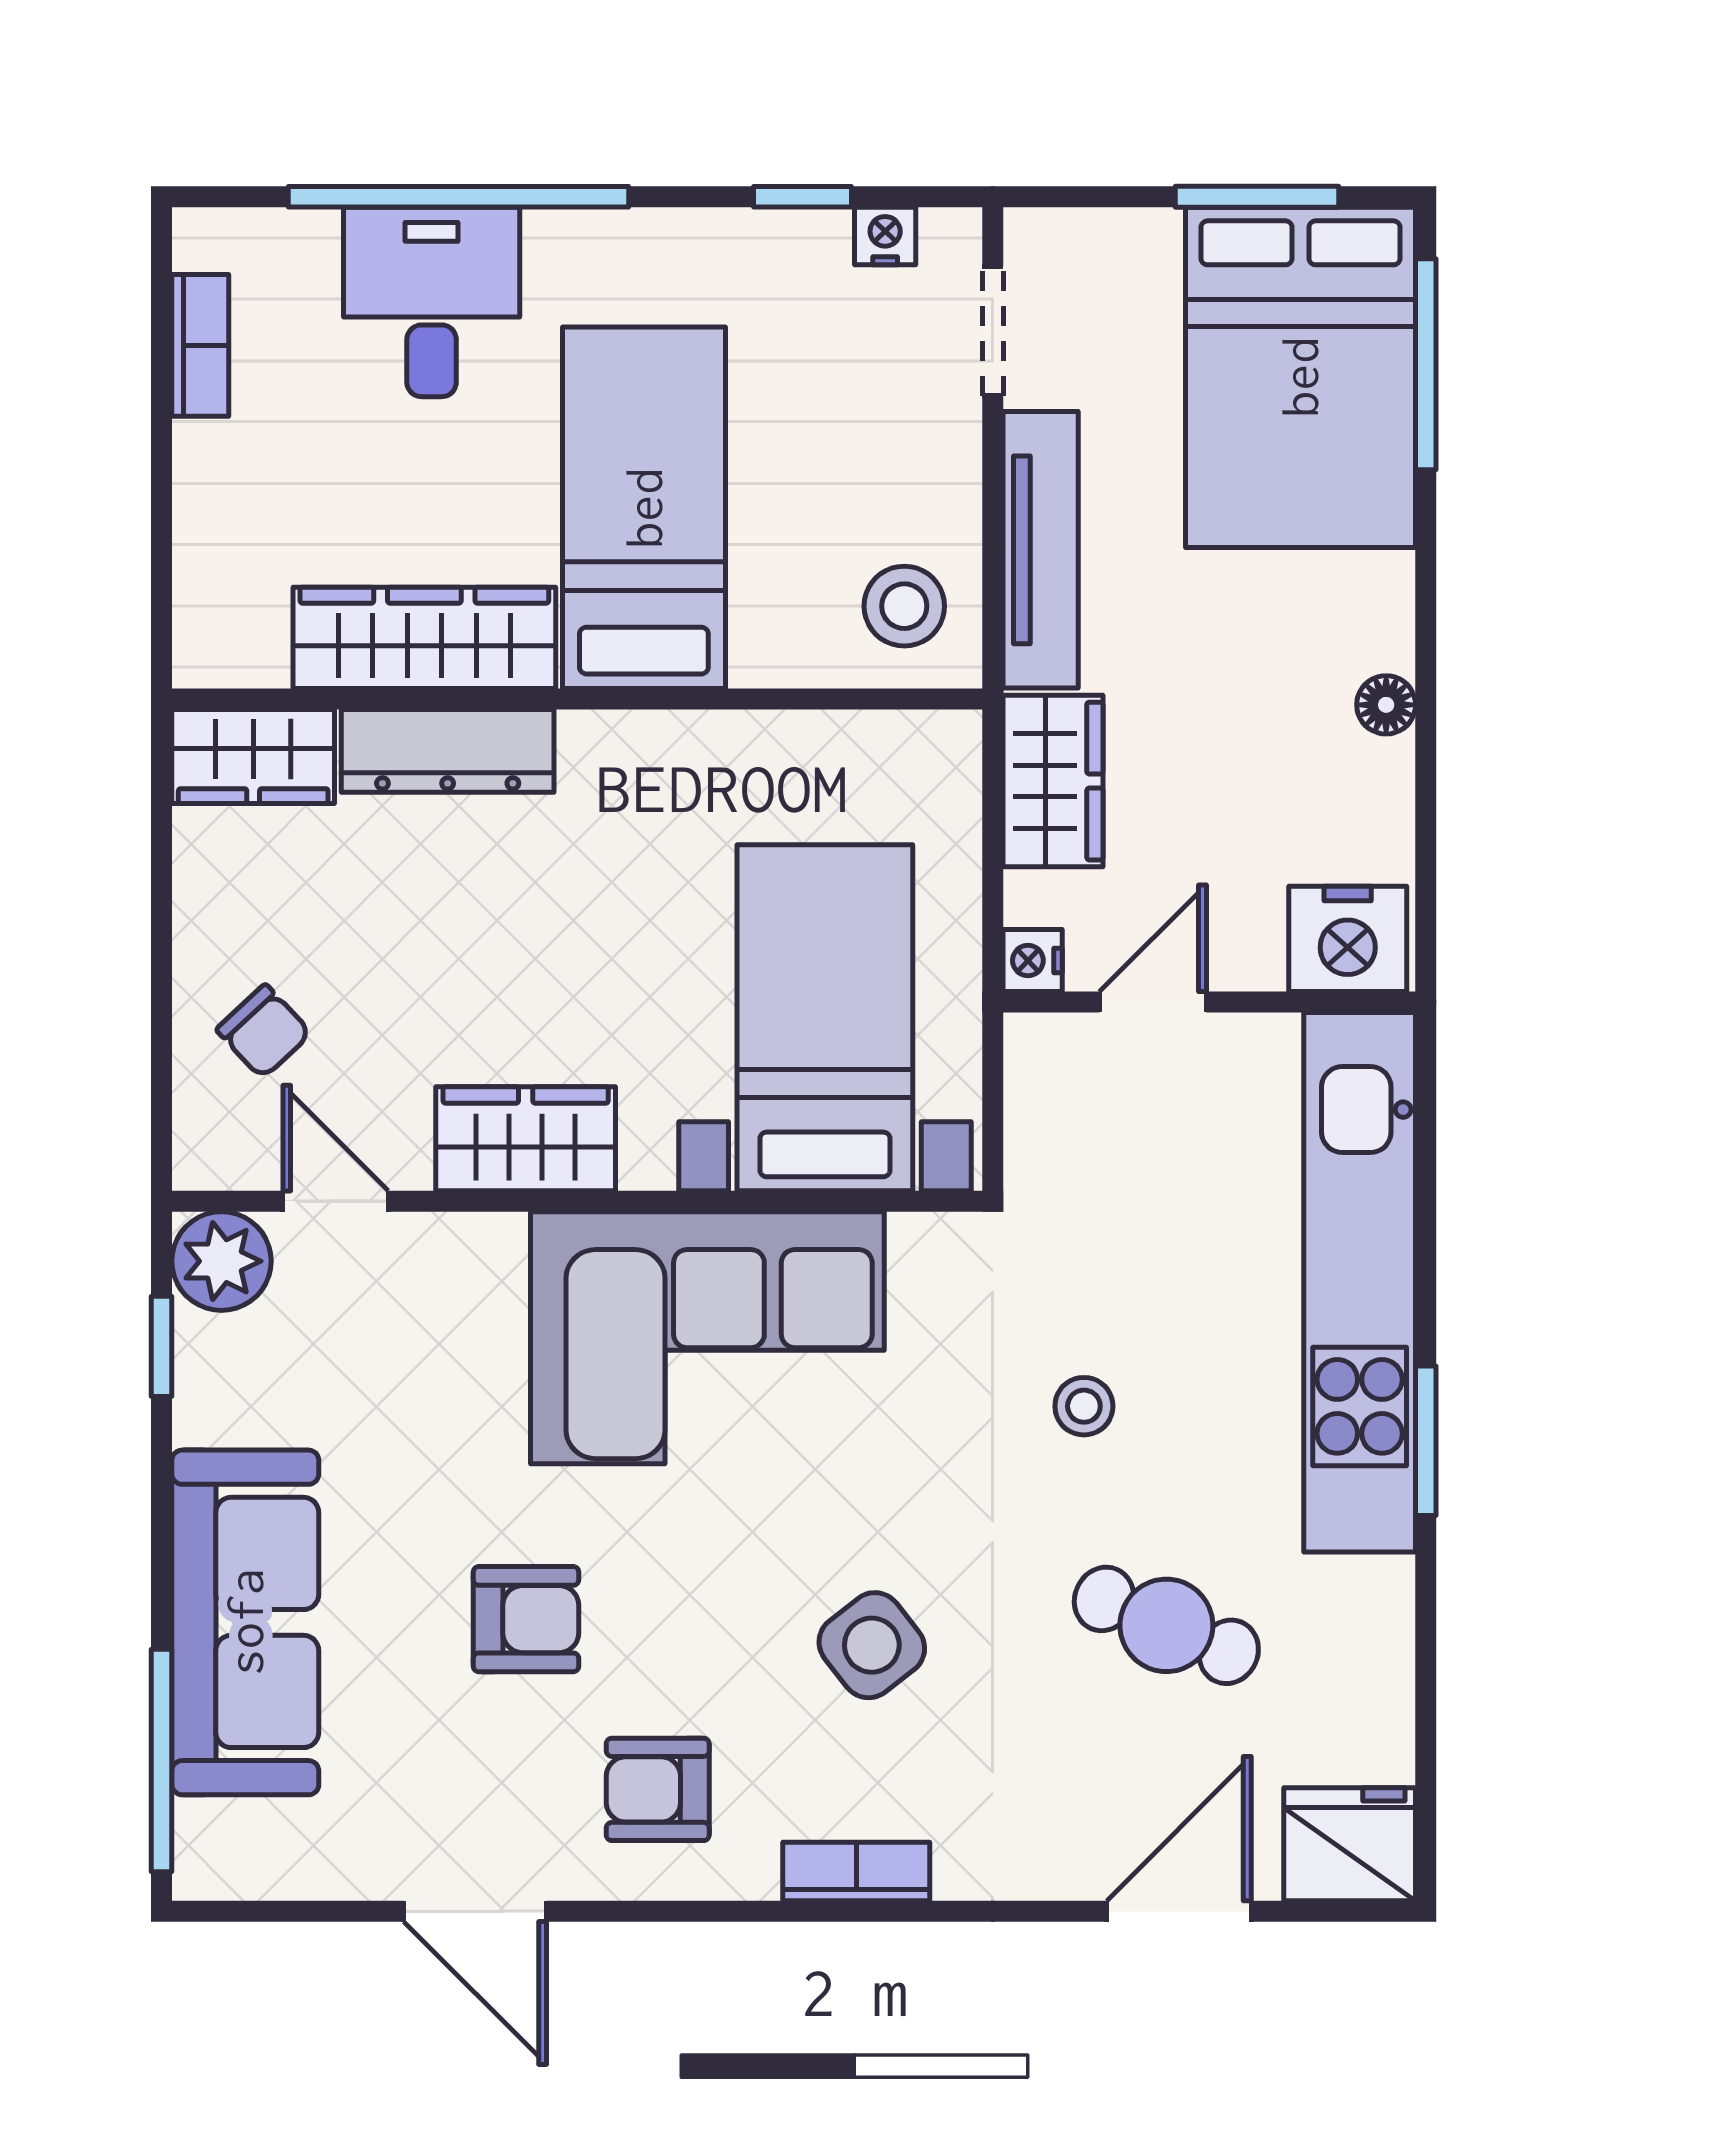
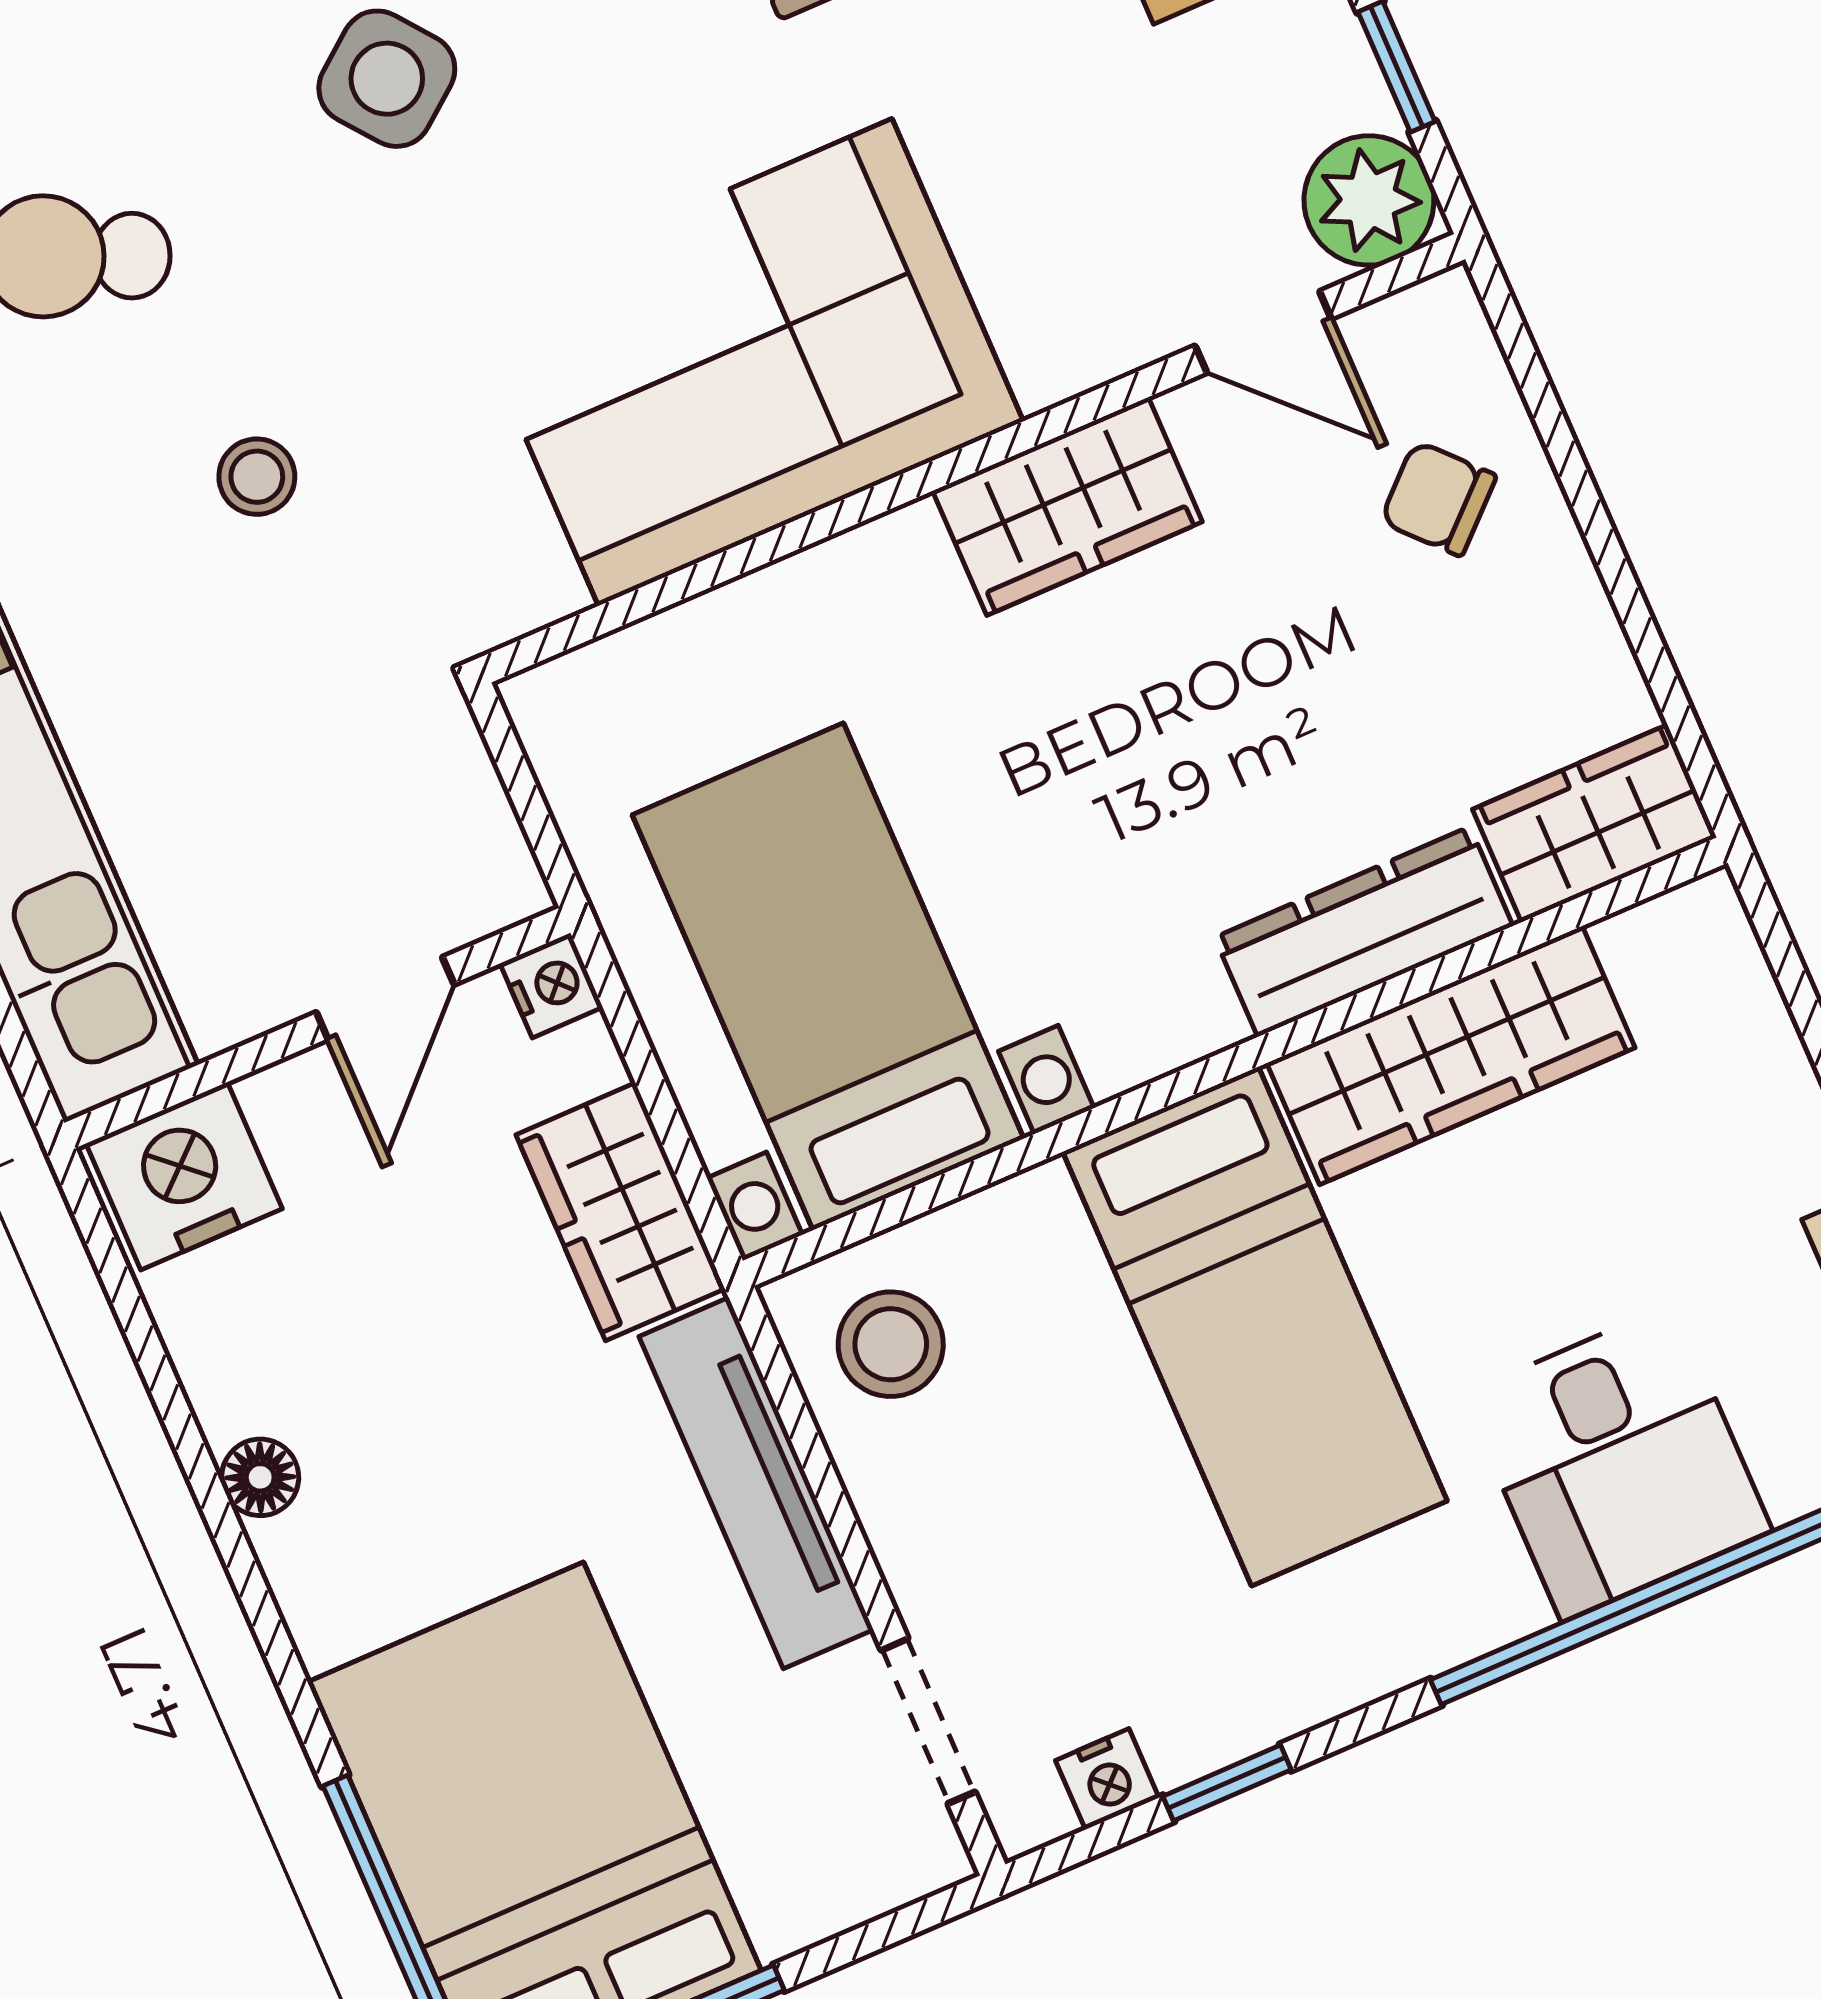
bed with nightstands: (825, 1018) -> (828, 977), moved, turned 180

